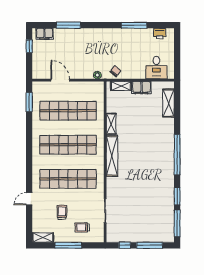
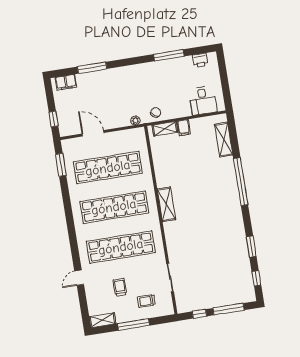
window: (29, 46) -> (53, 119), moved
filing cabinet: (141, 88) -> (184, 128), width x0.50
shelving: (111, 124) -> (161, 175), removed
window: (177, 155) -> (241, 182), moved
shelving: (112, 156) -> (166, 204), width x0.68
window: (177, 223) -> (256, 278), width x0.46

